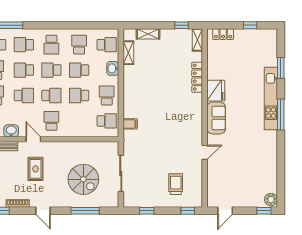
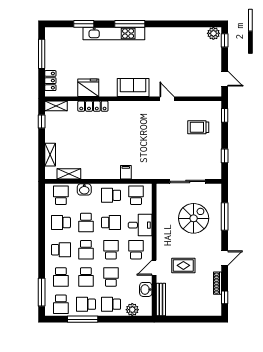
window: (250, 25) -> (42, 54), width x2.17
fridge: (216, 91) -> (88, 88), moved
school desk: (79, 95) -> (111, 223), turned -90
school desk: (51, 121) -> (136, 250), turned 90
filing cabinet: (130, 124) -> (126, 172), moved
desk: (76, 125) -> (140, 225), added

